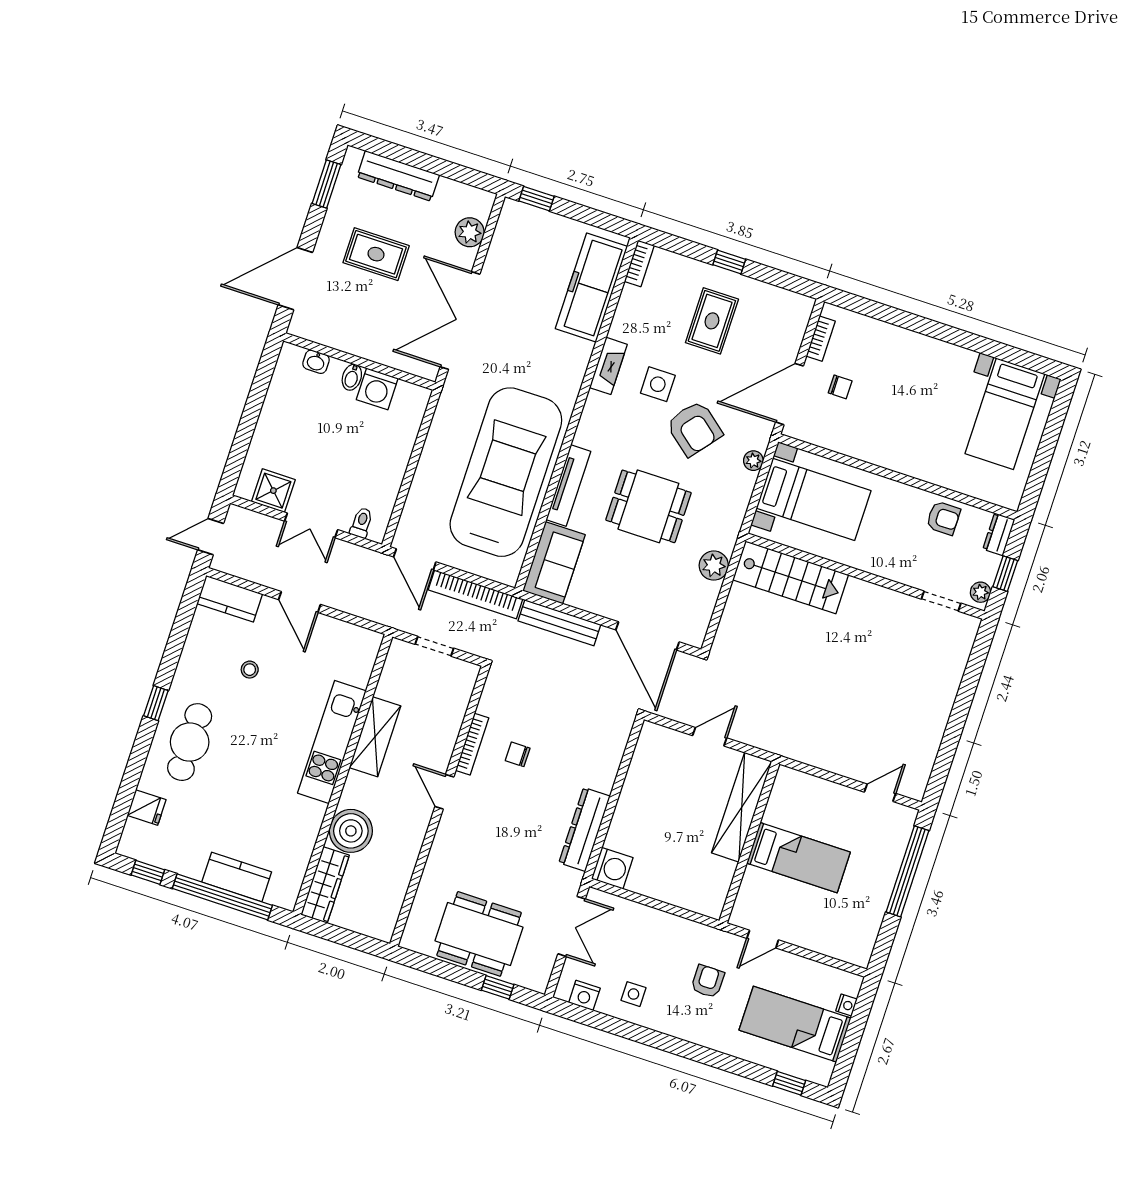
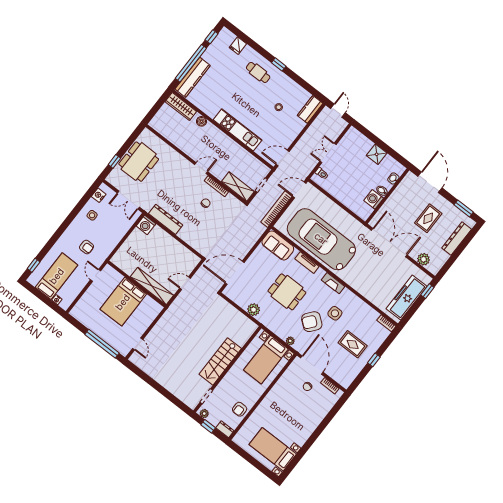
freezer: (591, 288) -> (406, 298), moved, turned -90
fireplace: (608, 366) -> (333, 283), moved
car: (506, 472) -> (321, 239), turned 180
tv unit: (568, 485) -> (307, 263), width x0.71
shower: (273, 491) -> (377, 154), moved
dining table: (648, 506) -> (287, 292), turned 90
stairs: (791, 577) -> (220, 361), moved
door: (300, 602) -> (283, 158), moved
bench: (559, 623) -> (253, 239), removed
shelving: (375, 737) -> (238, 187), moved
door: (710, 737) -> (185, 283), swing flipped
cafe table: (190, 742) -> (258, 72), width x0.73, depth x0.74
boiler: (351, 831) -> (201, 121), width x0.54, depth x0.54
bed: (799, 858) -> (123, 302), width x1.50
kitchen counter: (237, 877) -> (193, 77), width x1.50

